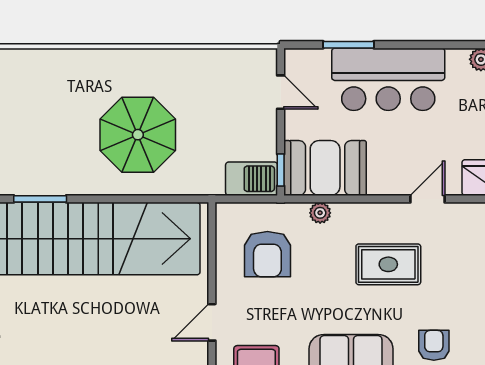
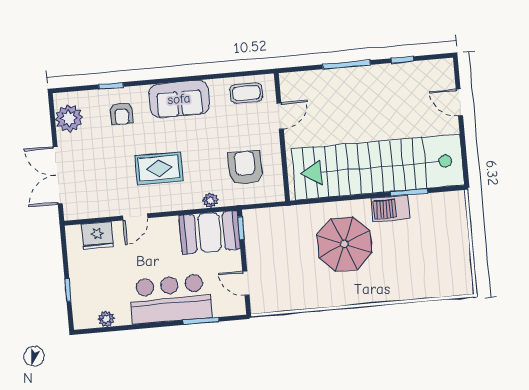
barbecue: (252, 179) -> (390, 209), moved

